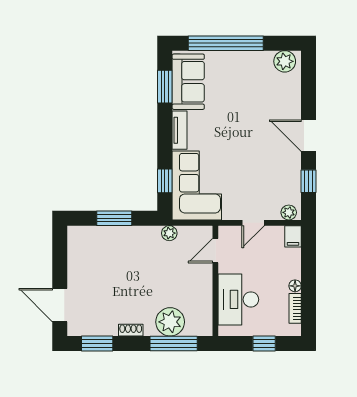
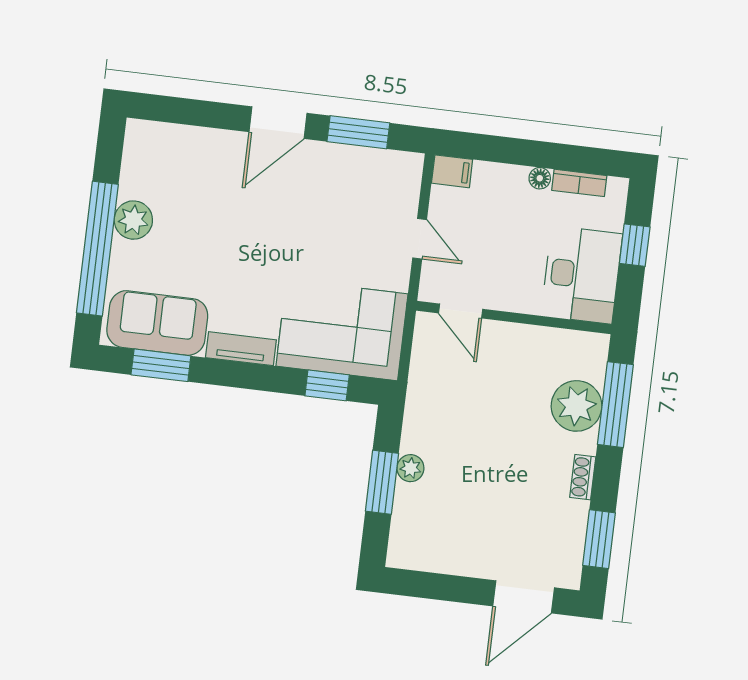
plant: (285, 61) -> (133, 220), moved
window: (308, 181) -> (358, 132), width x1.50
plant: (289, 212) -> (409, 174), removed
plant: (169, 233) -> (410, 468), moved
desk: (238, 299) -> (582, 275), moved, turned -90

